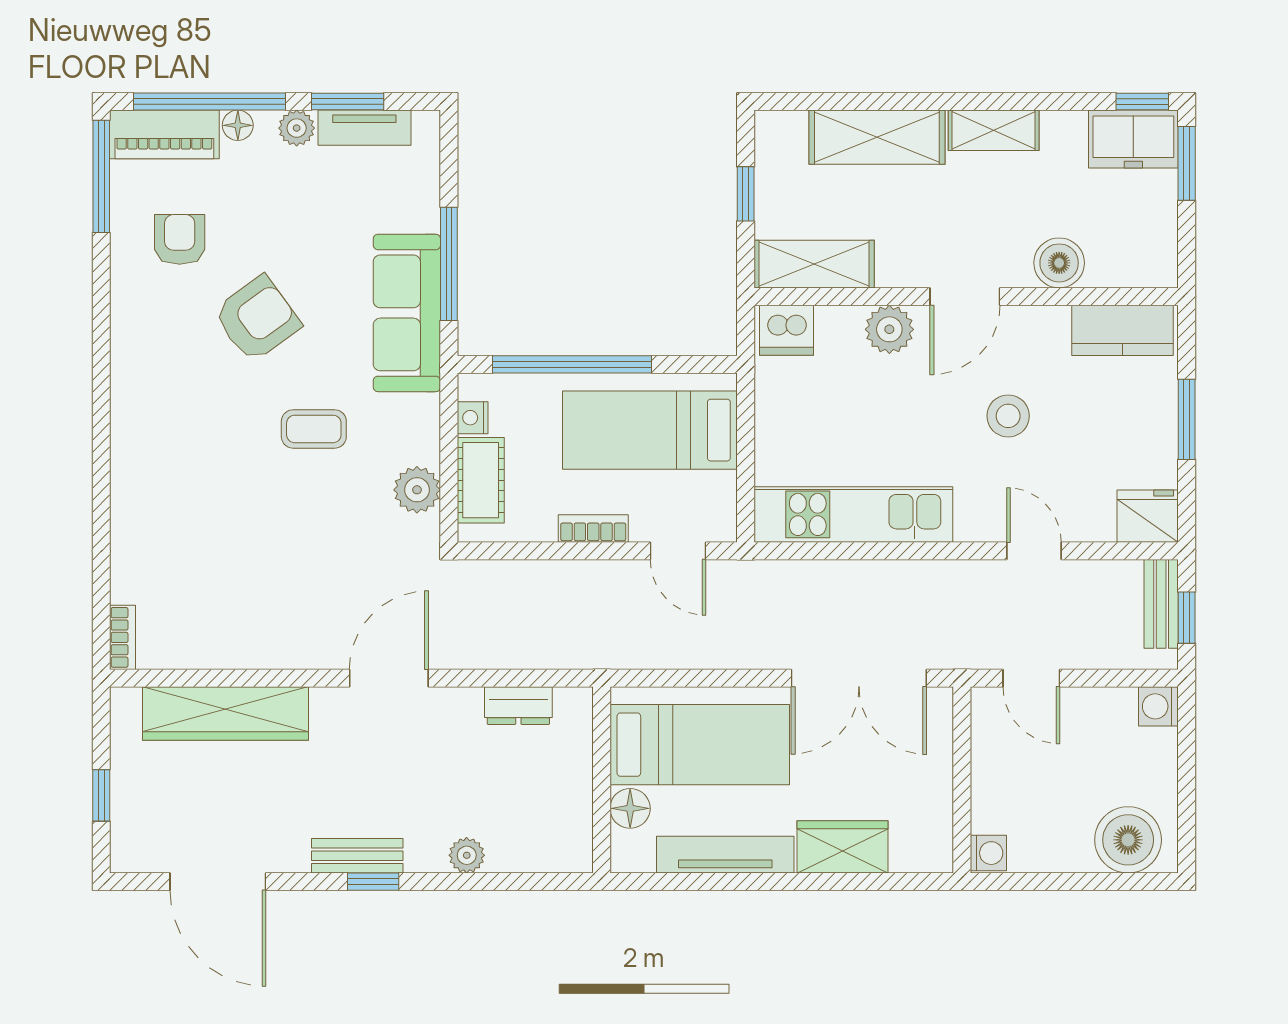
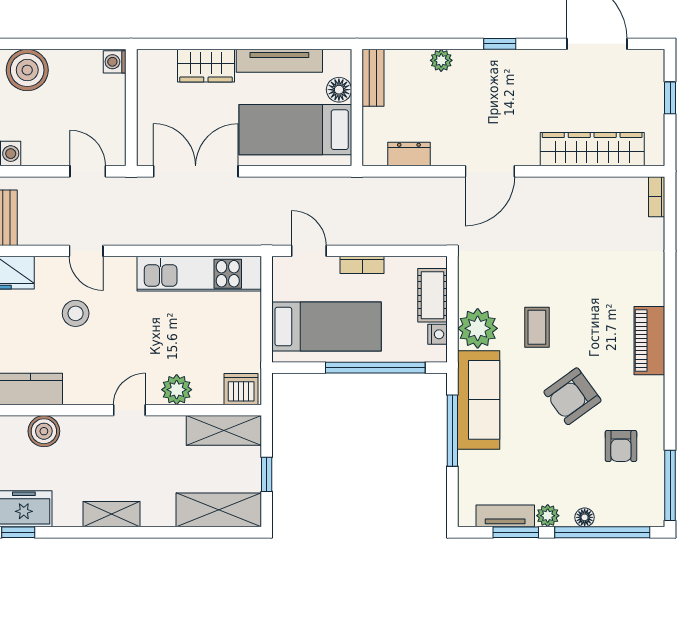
piano: (164, 134) -> (649, 341), moved, turned -90
shelving: (877, 137) -> (219, 510), moved
boiler: (1059, 263) -> (44, 431), moved
door: (965, 297) -> (129, 410), width x0.73
stool: (1008, 416) -> (76, 313), moved
coffee table: (314, 429) -> (537, 327), turned 90
plant: (417, 490) -> (478, 328), moved, width x1.36, depth x1.36
bench: (357, 856) -> (373, 78), moved, turned 90

